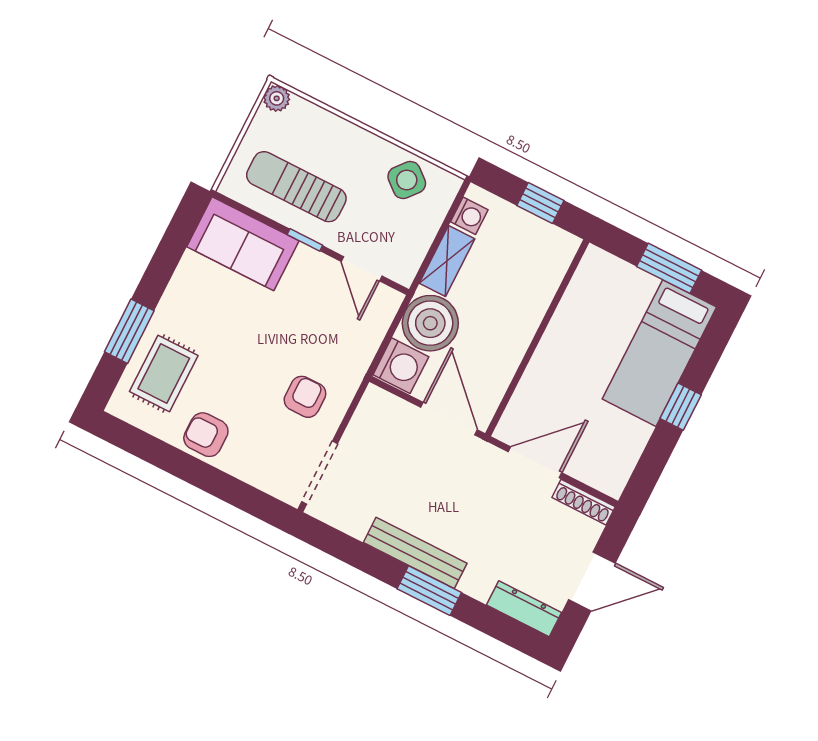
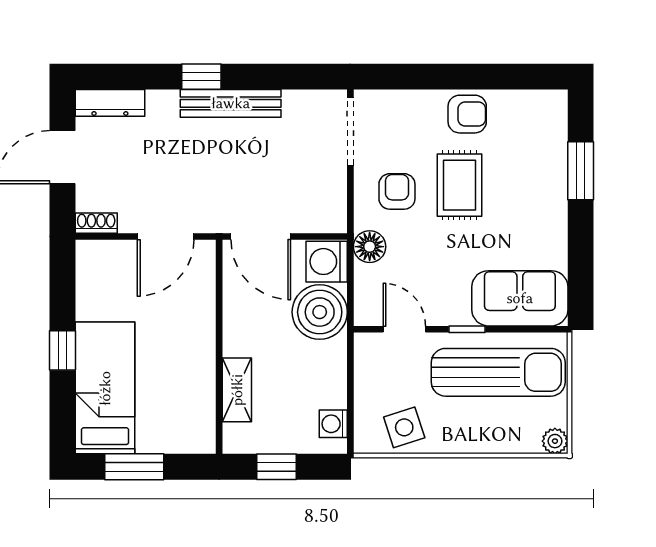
side table: (407, 180) -> (404, 427), turned 32
sun lounger: (296, 187) -> (498, 372), width x1.36, depth x1.34
shelving: (447, 261) -> (237, 390), moved
floor lamp: (355, 359) -> (370, 247), added
rug: (164, 373) -> (459, 185), moved
armchair: (305, 397) -> (397, 191), turned 180
shoe rack: (584, 502) -> (96, 223), width x0.70
window: (429, 591) -> (201, 77), width x0.67

